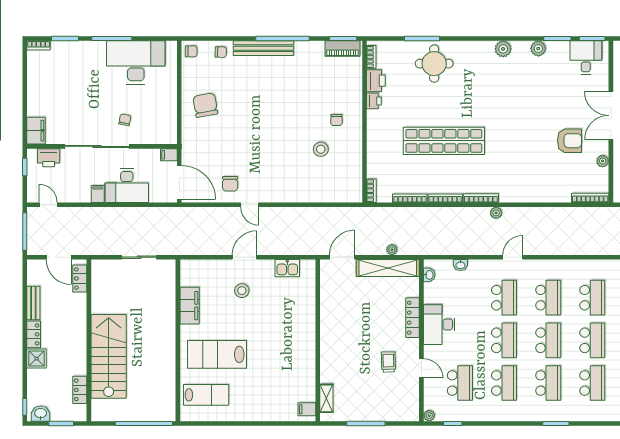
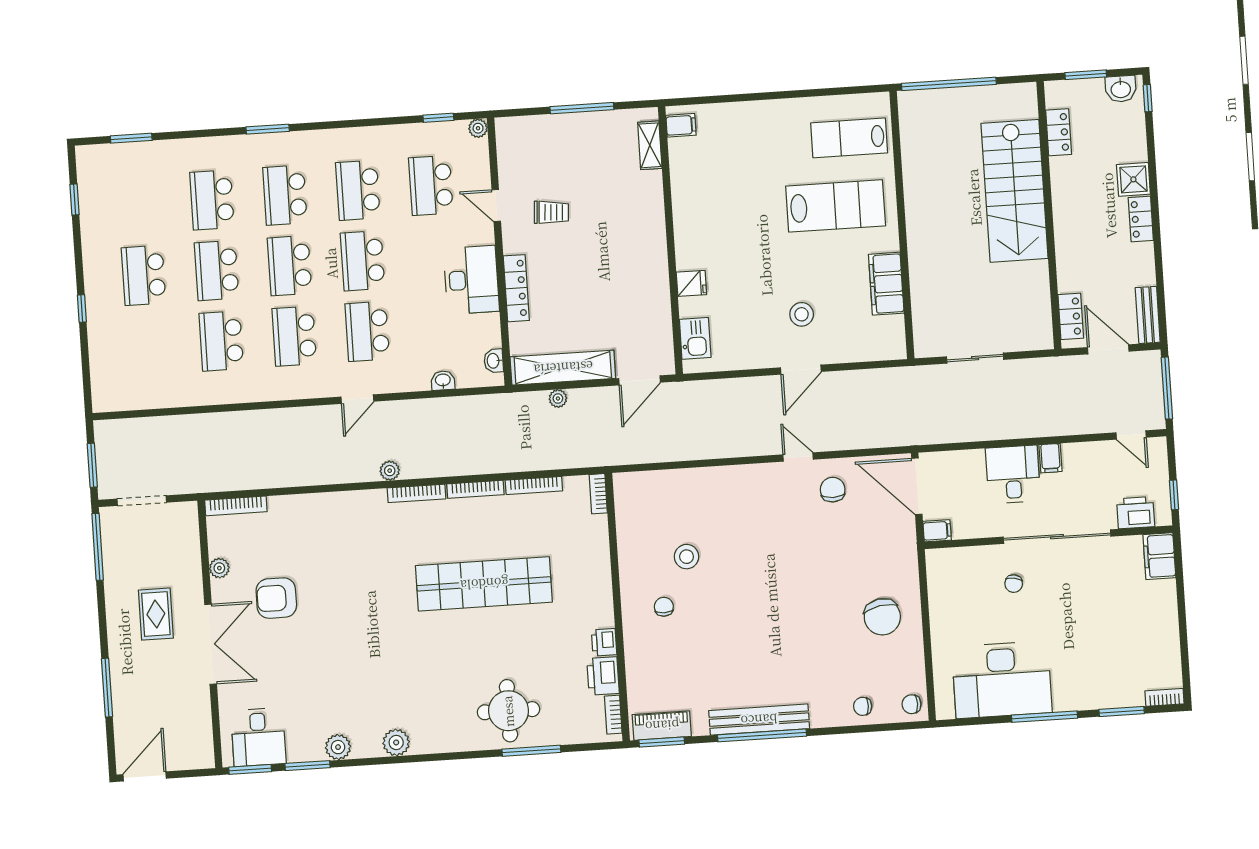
bench: (263, 48) -> (759, 720), moved
desk: (127, 186) -> (1013, 474), width x0.73
kitchen sink: (287, 268) -> (695, 338), moved, turned 90
bench: (33, 303) -> (1148, 315), moved
fridge: (307, 314) -> (691, 283), added
trolley: (388, 362) -> (551, 212), turned -84

